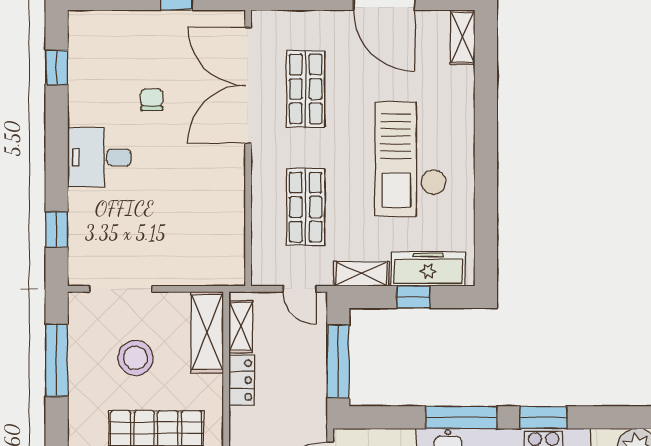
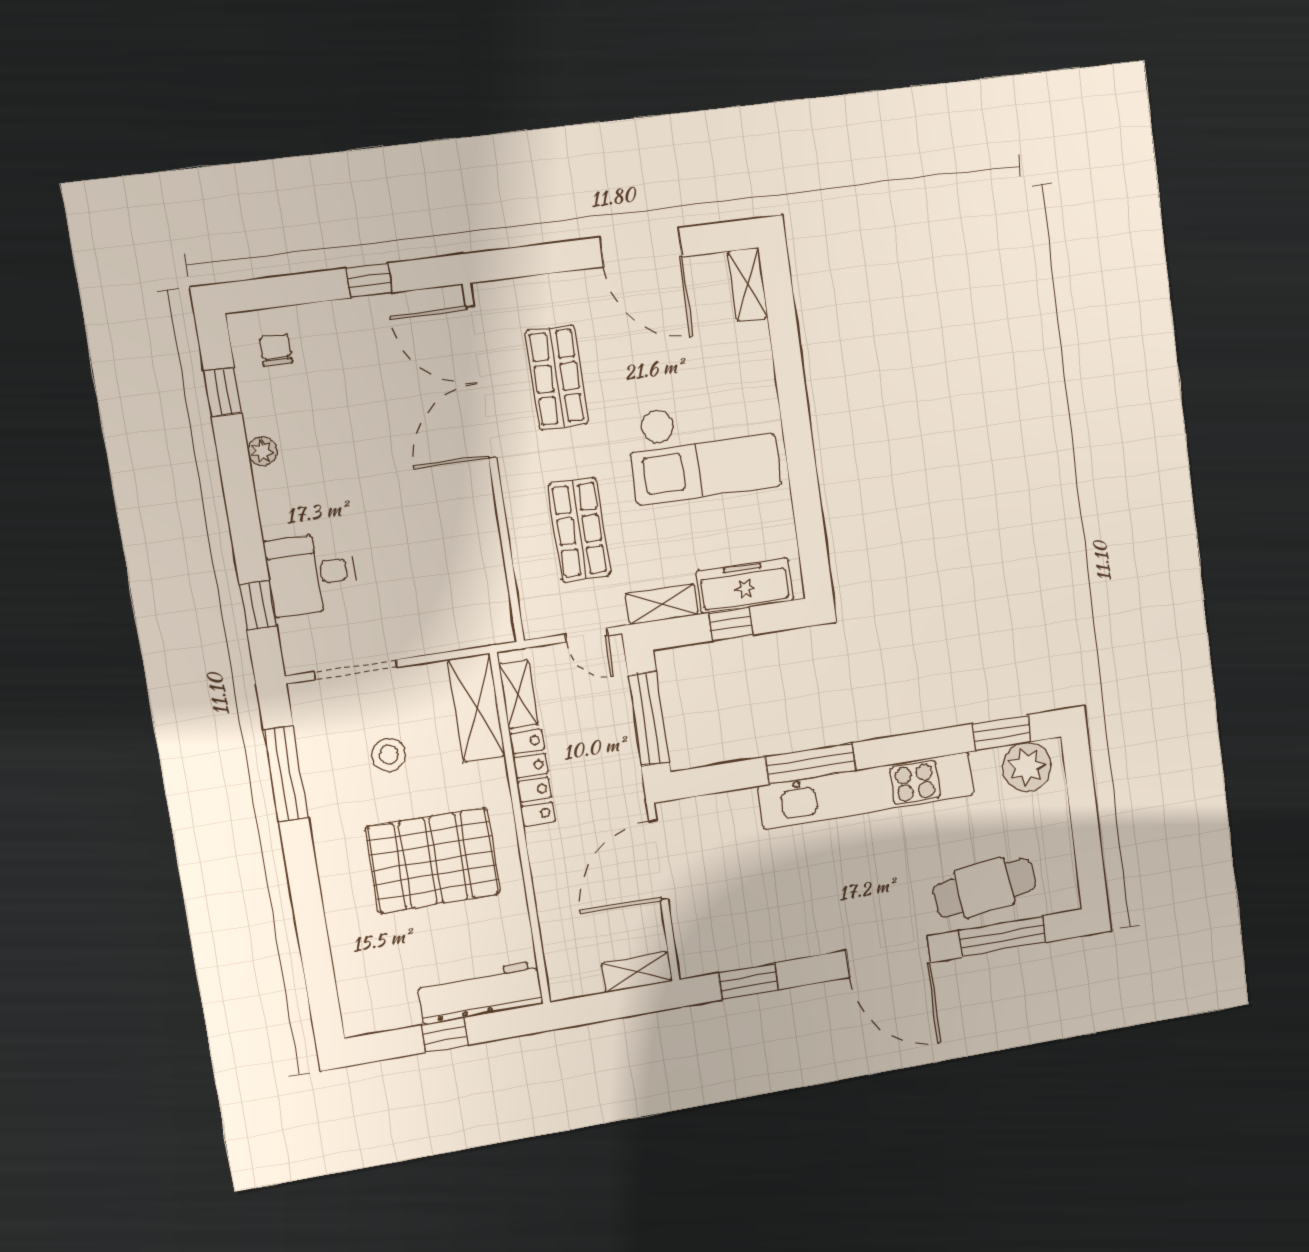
chair: (152, 100) -> (276, 350), moved
plant: (78, 115) -> (262, 451), added
desk: (99, 157) -> (311, 574), moved
checkout: (411, 159) -> (704, 450), turned -90
stool: (135, 358) -> (389, 755), width x0.73, depth x0.73
locker: (242, 380) -> (533, 778), width x1.53
window: (543, 417) -> (1002, 733), moved

